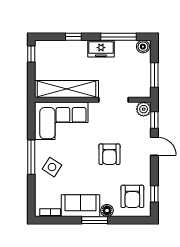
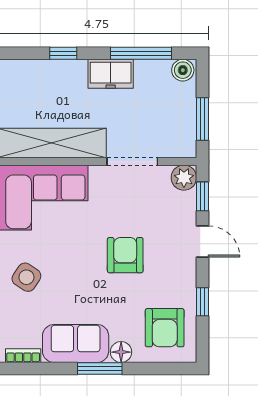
armchair: (109, 154) -> (125, 255), turned 180
window: (154, 194) -> (202, 302), moved

